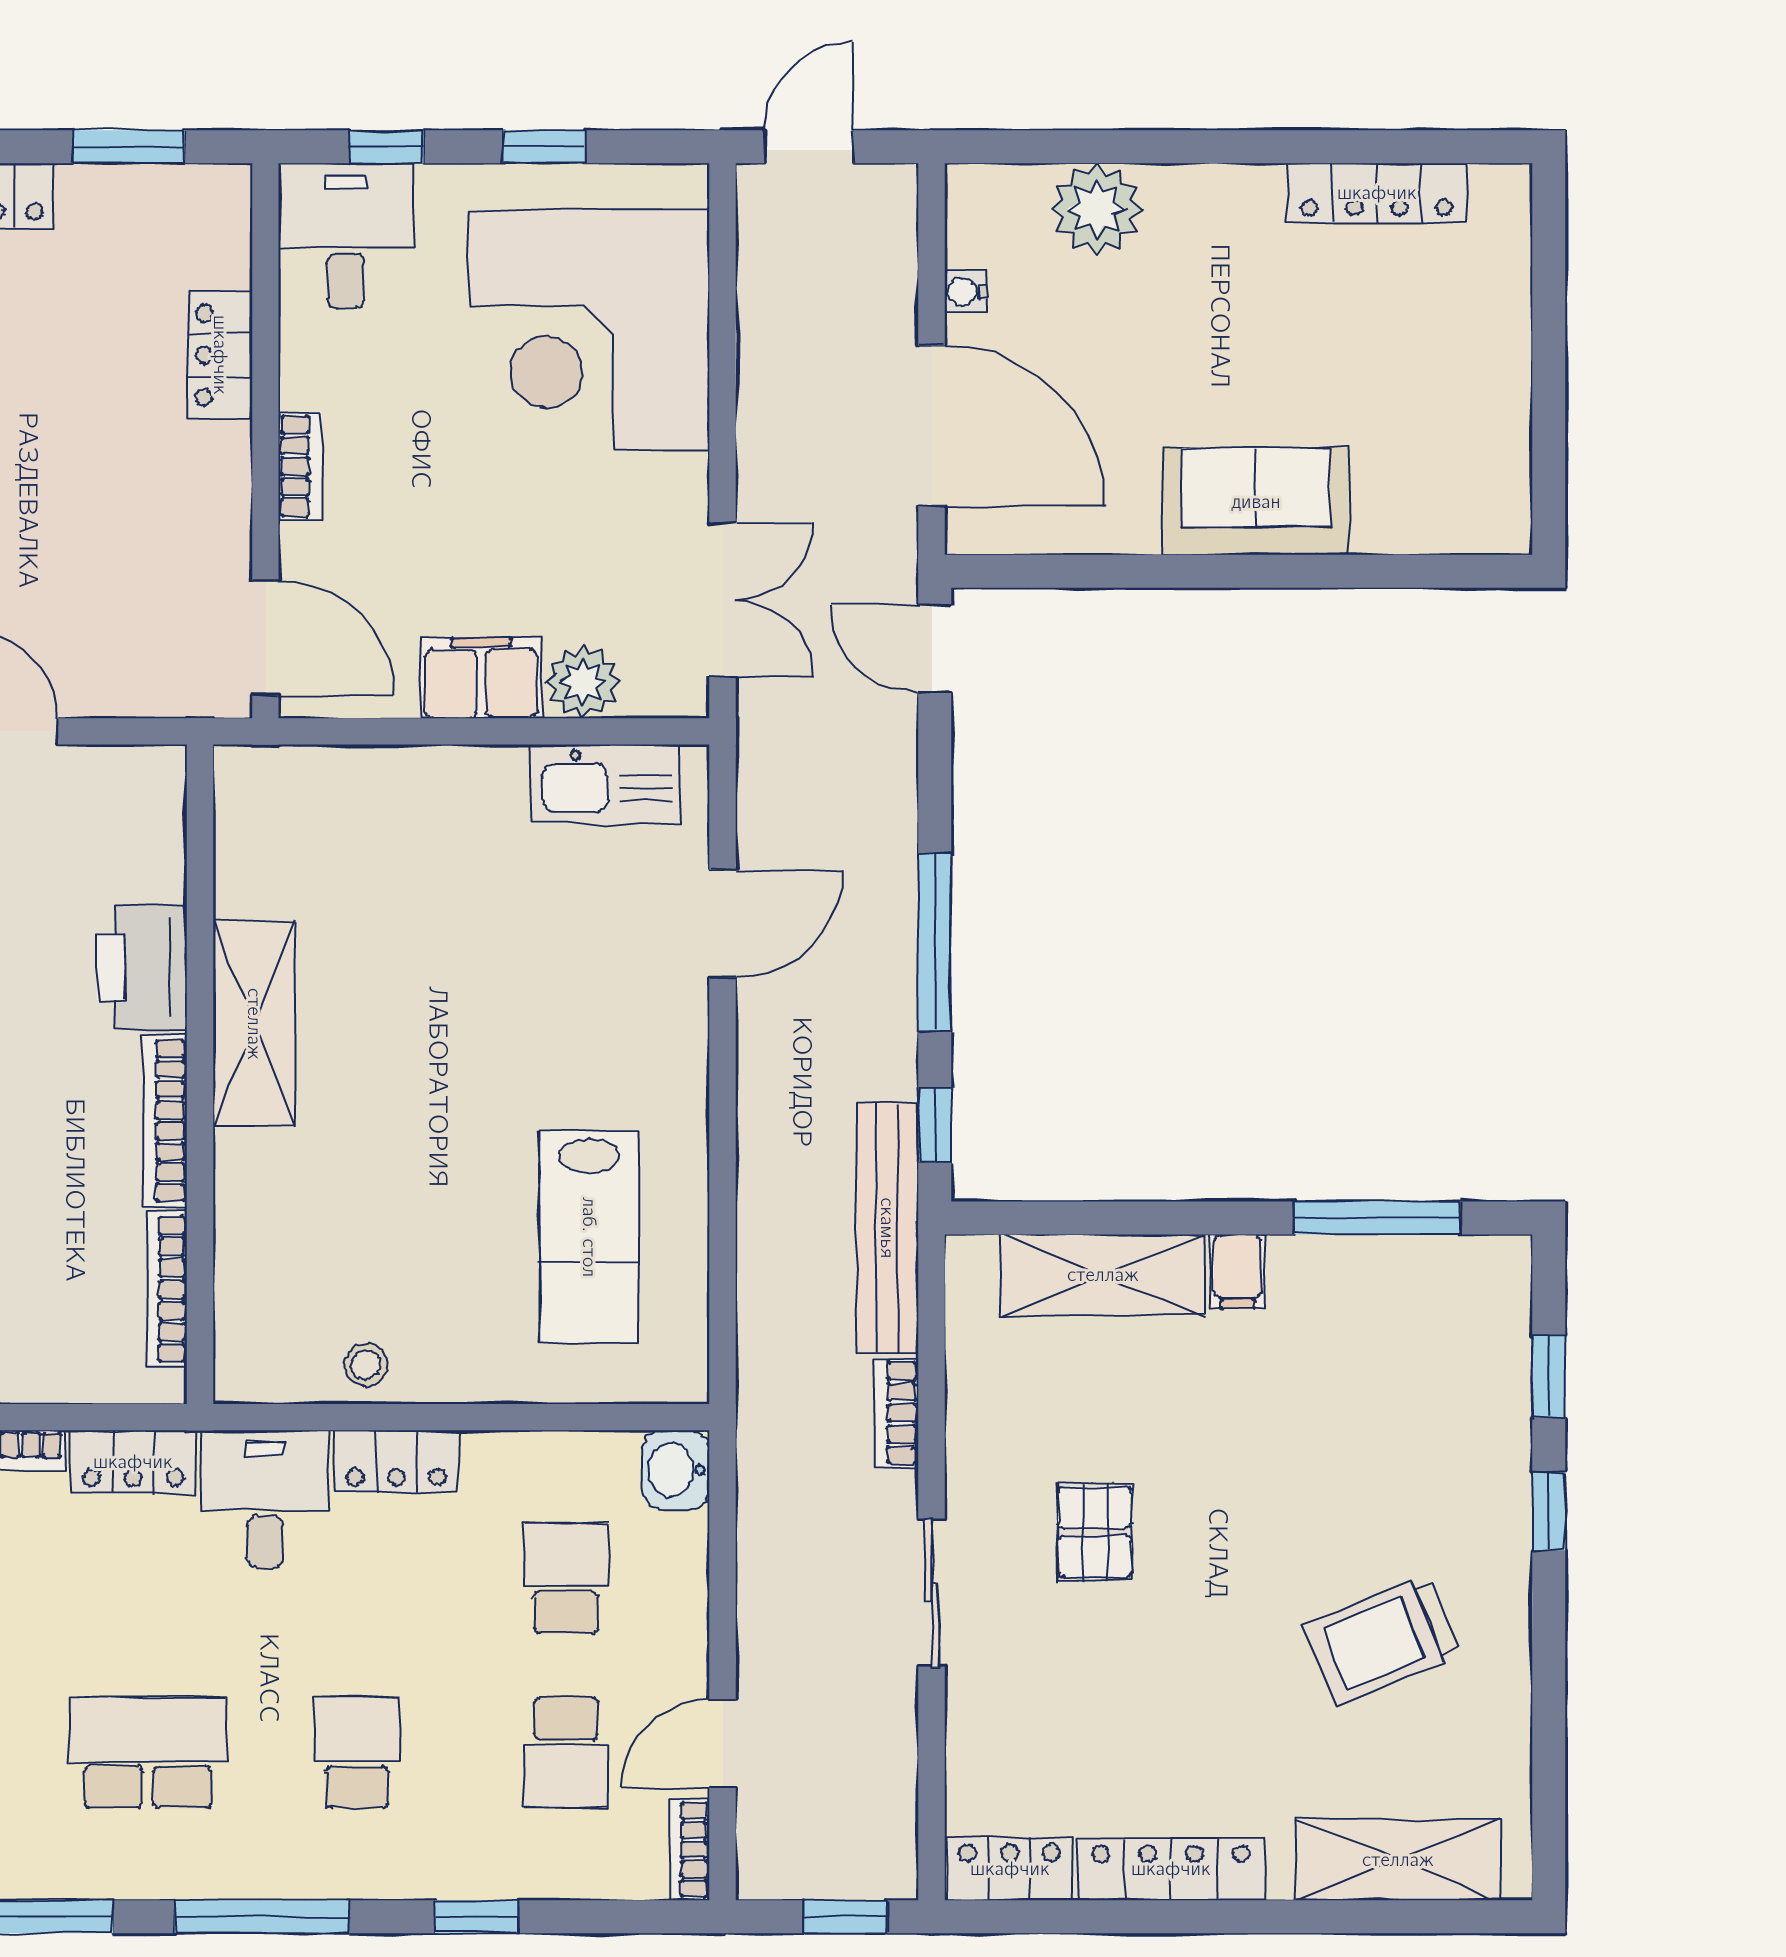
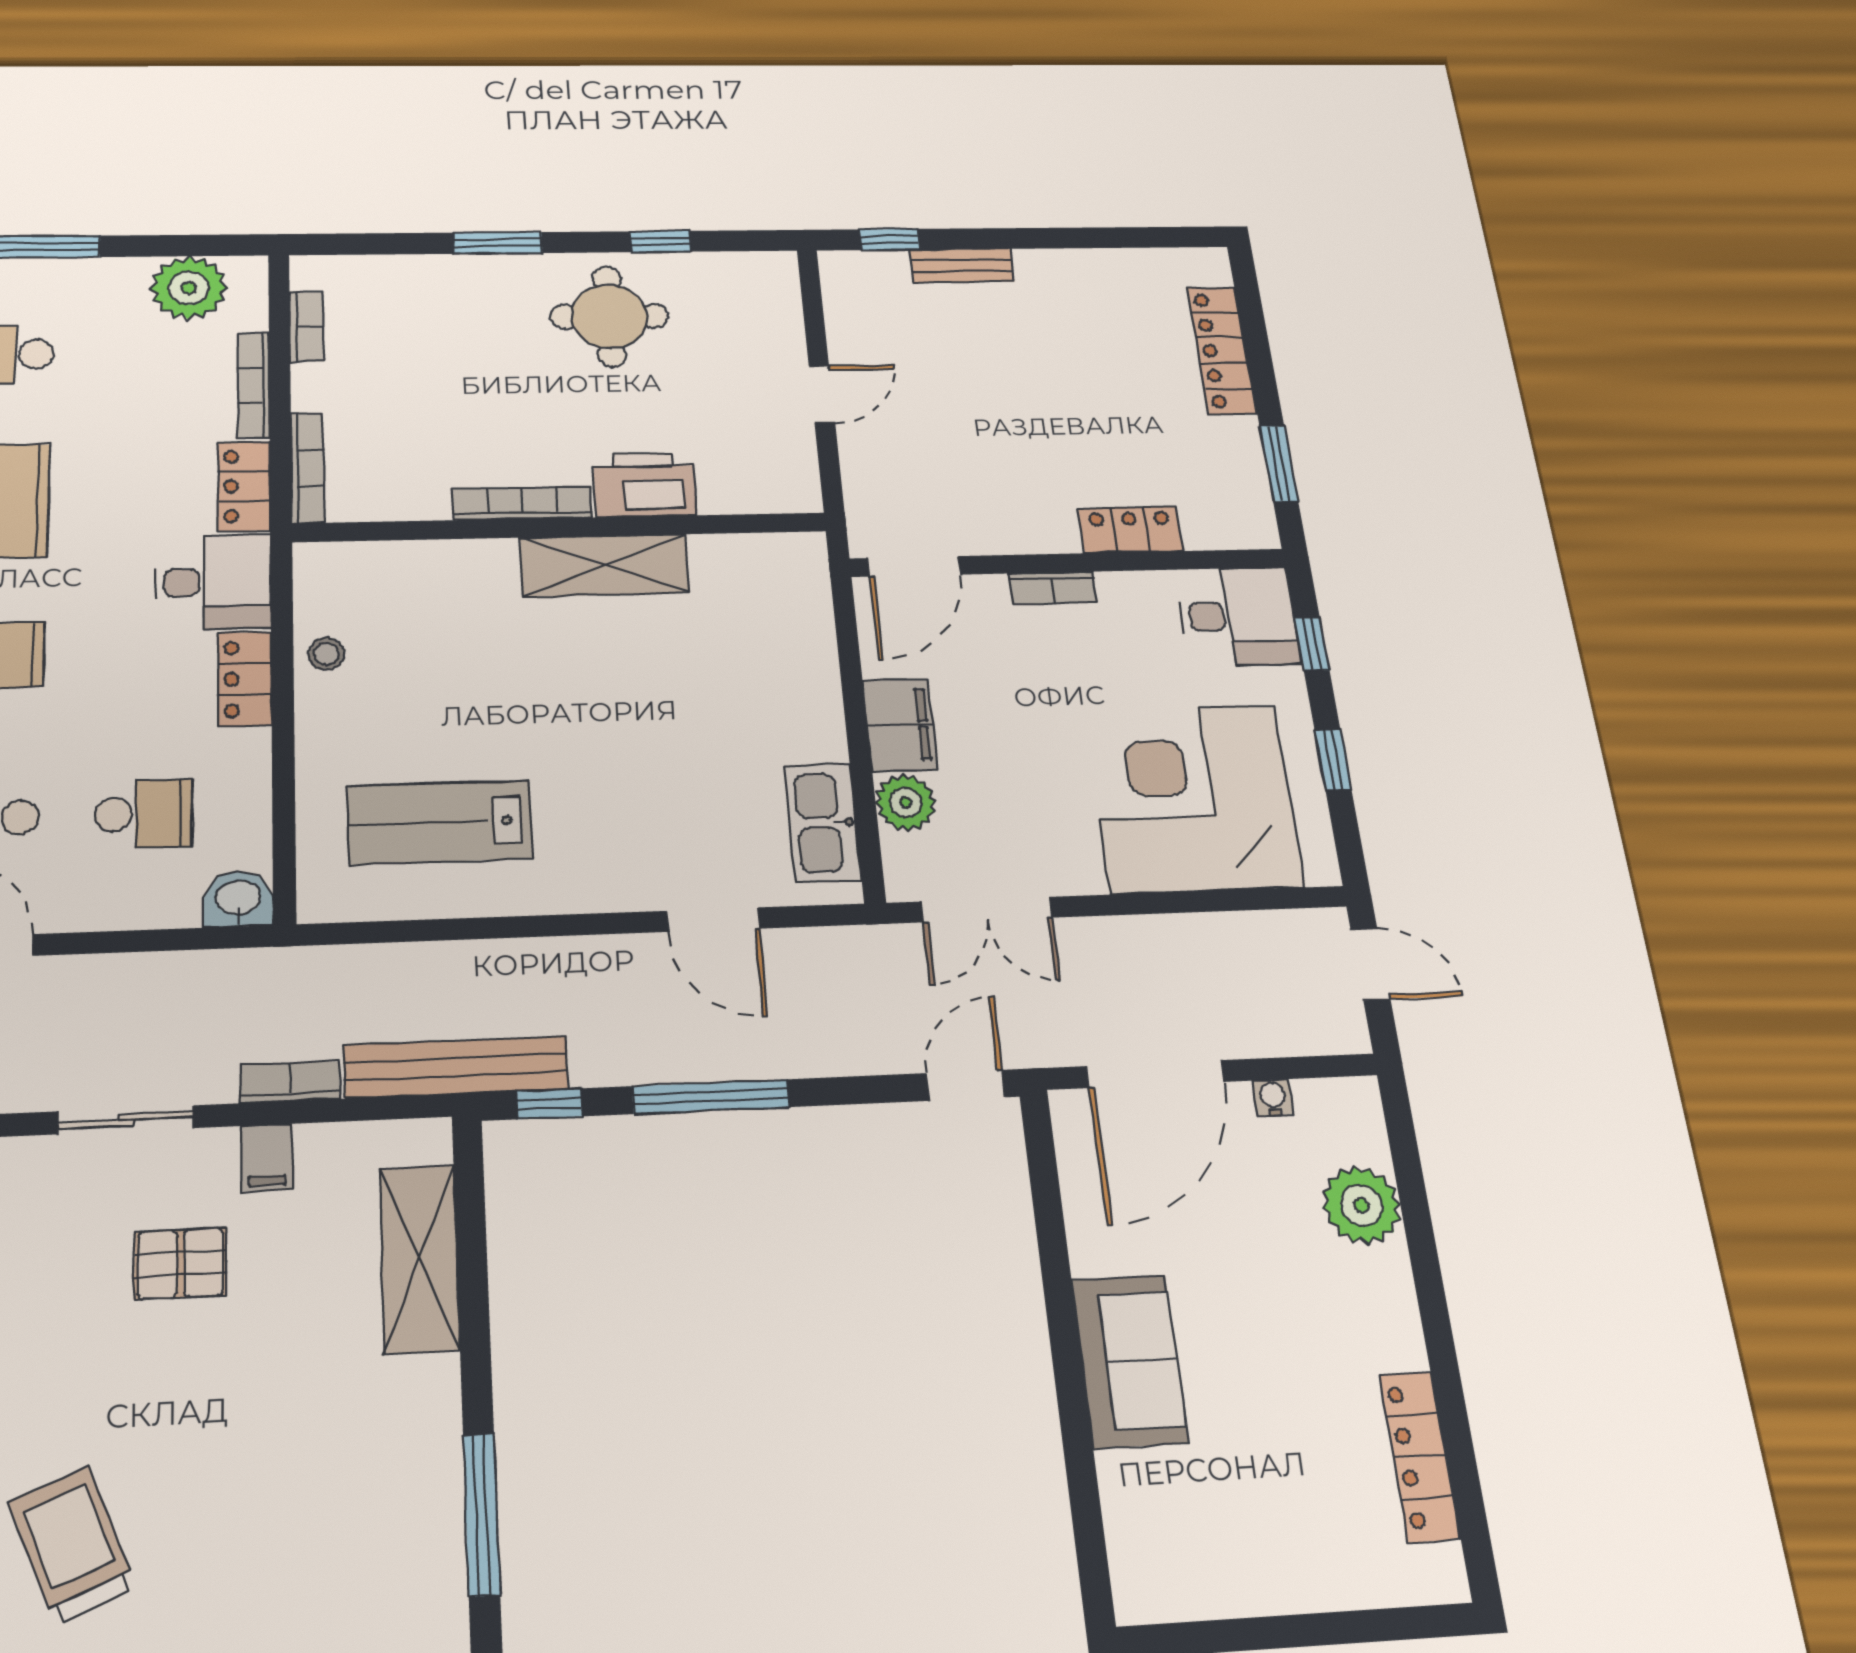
filing cabinet: (1238, 1271) -> (267, 1158), moved, turned -90
bookcase: (167, 1289) -> (308, 468), moved, turned 90

